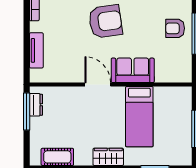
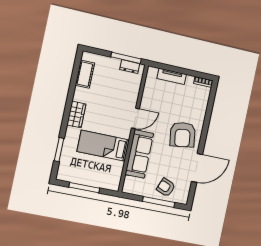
armchair: (175, 28) -> (166, 187), turned -68
sofa: (133, 70) -> (139, 154), width x1.36

